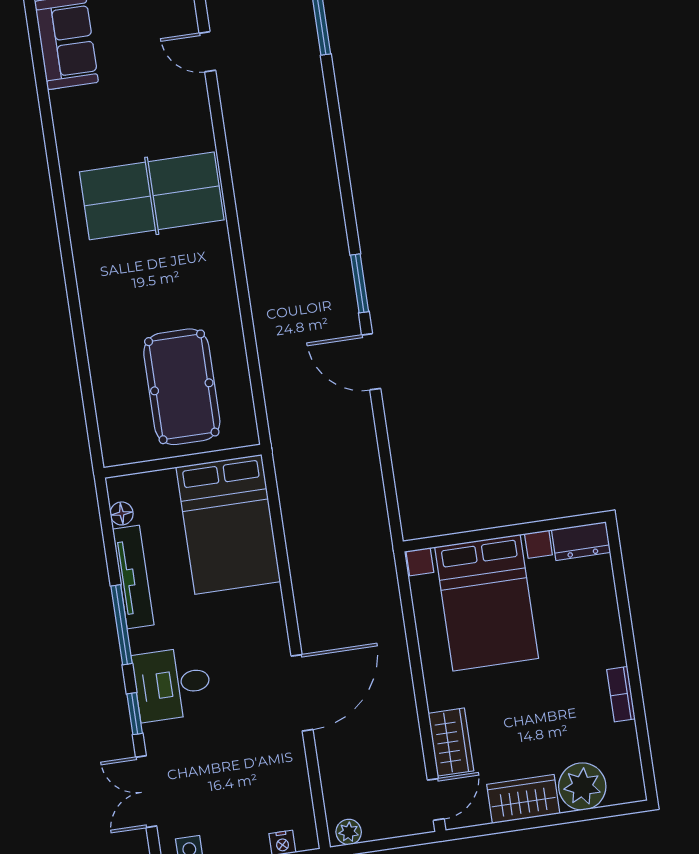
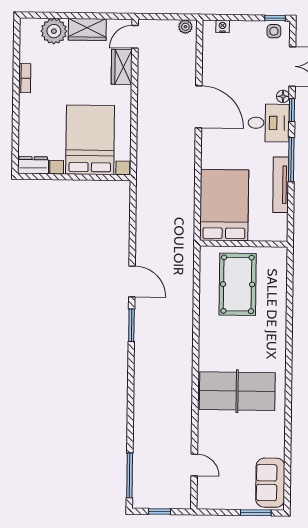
floor lamp: (122, 513) -> (283, 96), moved
door: (302, 693) -> (199, 107), swing flipped

